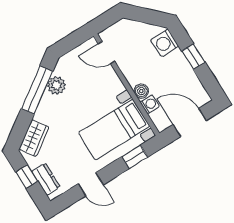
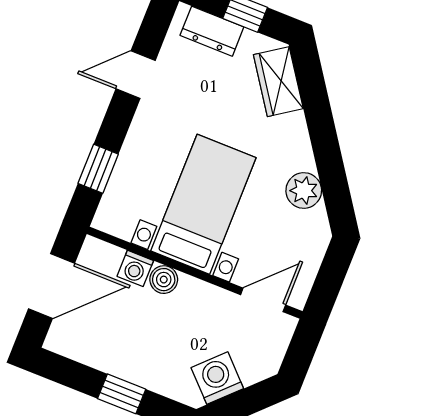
washing machine: (165, 43) -> (217, 378), moved, turned -45
window: (37, 90) -> (329, 161), removed
bed with nightstands: (114, 130) -> (203, 204), moved

